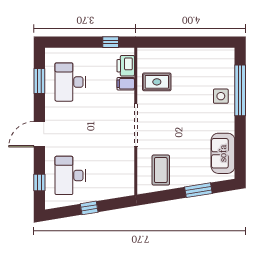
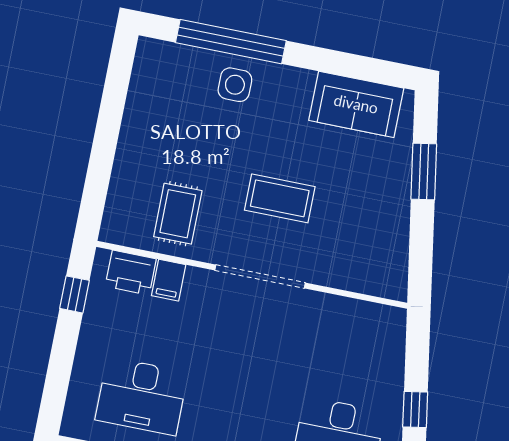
coffee table: (161, 170) -> (280, 198), moved

